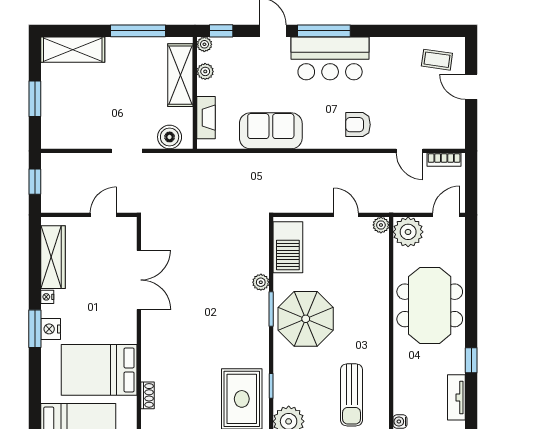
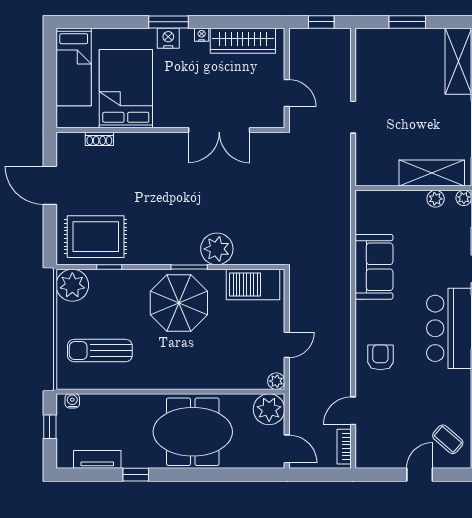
coffee table: (437, 60) -> (448, 439), turned -57
fireplace: (206, 118) -> (388, 200), removed
boiler: (170, 137) -> (368, 162), removed
plant: (261, 282) -> (217, 249), width x1.88, depth x1.88

